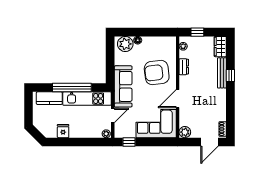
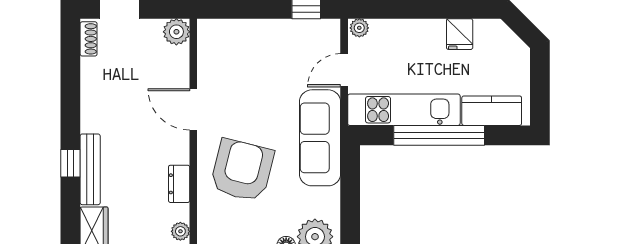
armchair: (157, 73) -> (242, 170), turned -69
door: (178, 99) -> (193, 109), swing flipped
corner sofa: (156, 124) -> (243, 52), removed

